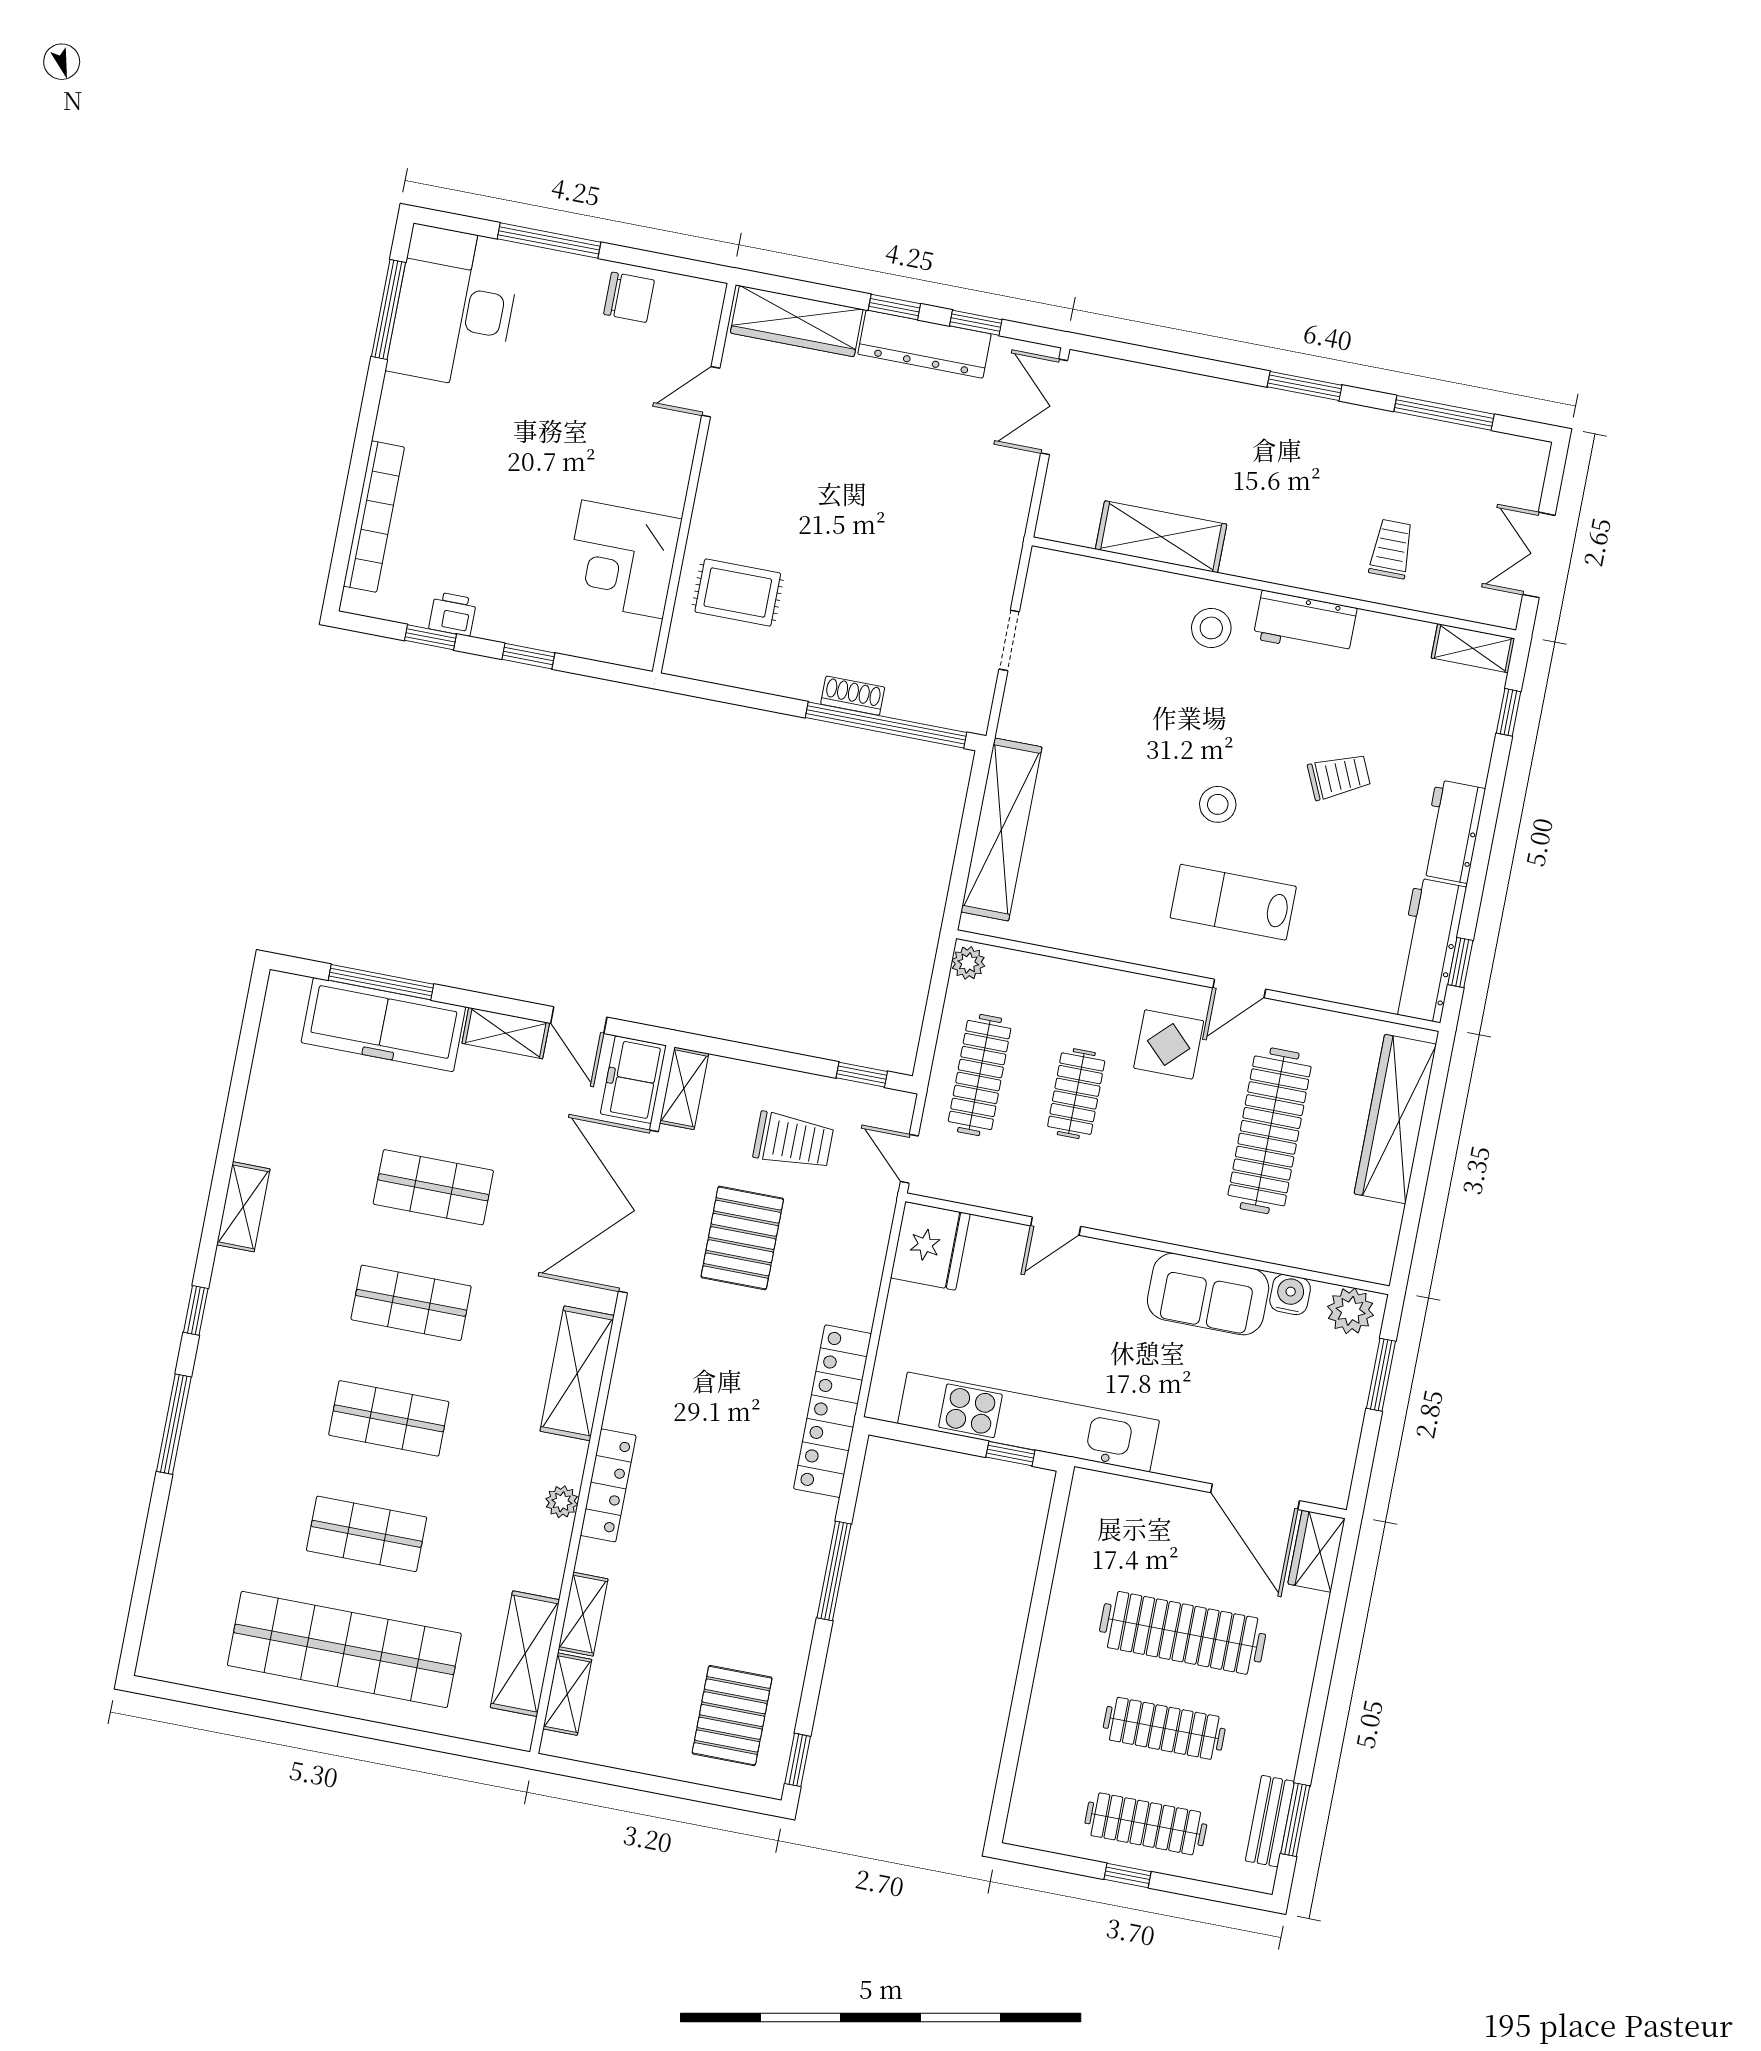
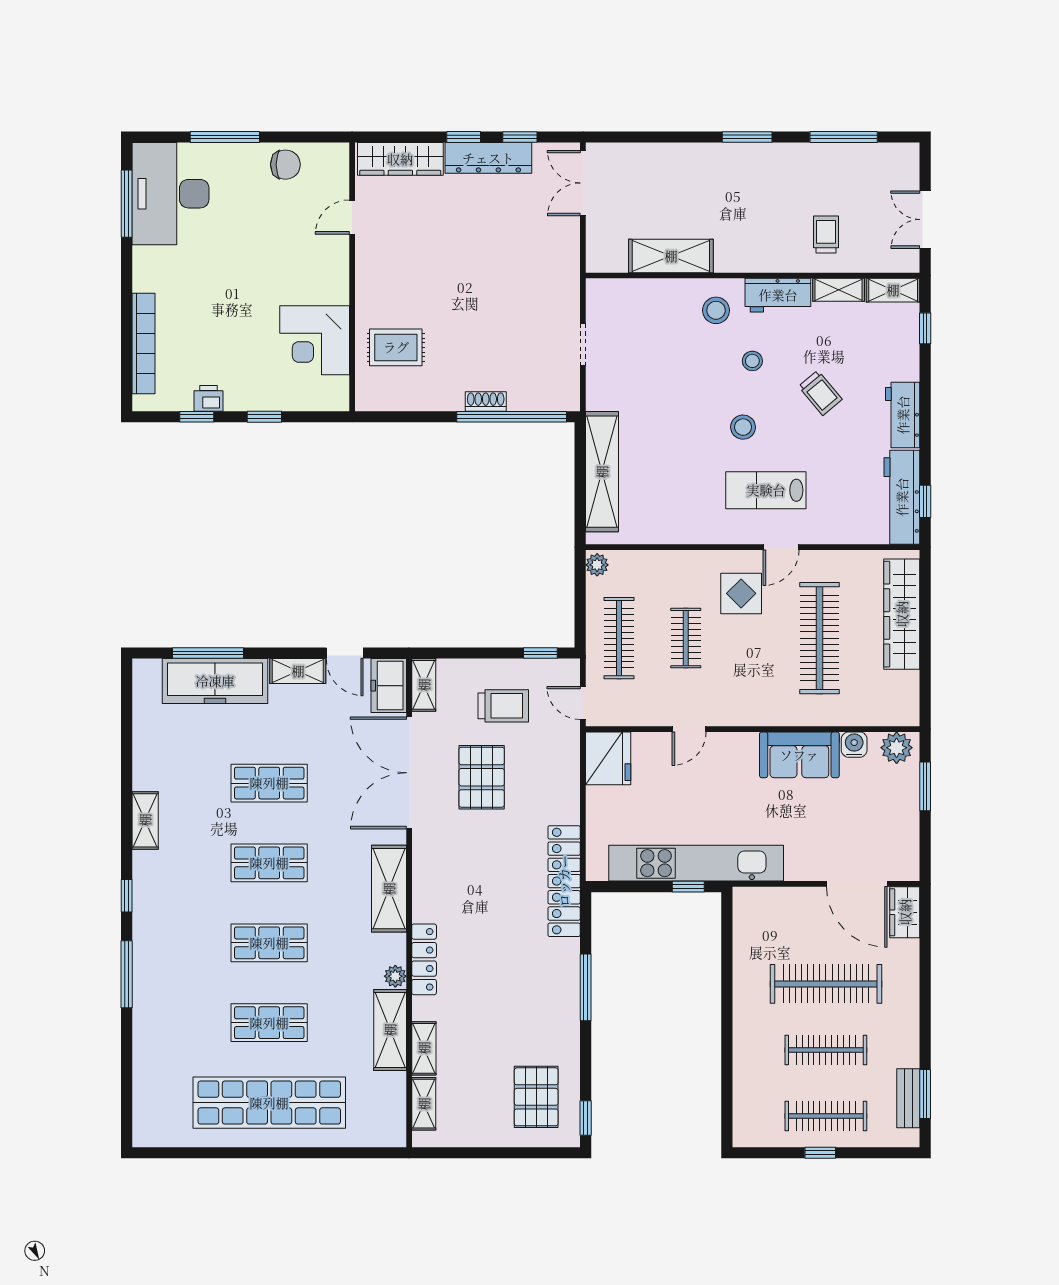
shelving: (1394, 632) -> (839, 290), added
stool: (1250, 711) -> (752, 361), added
trolley: (1339, 776) -> (820, 393), turned 74
shelving: (525, 1654) -> (390, 1030), moved

